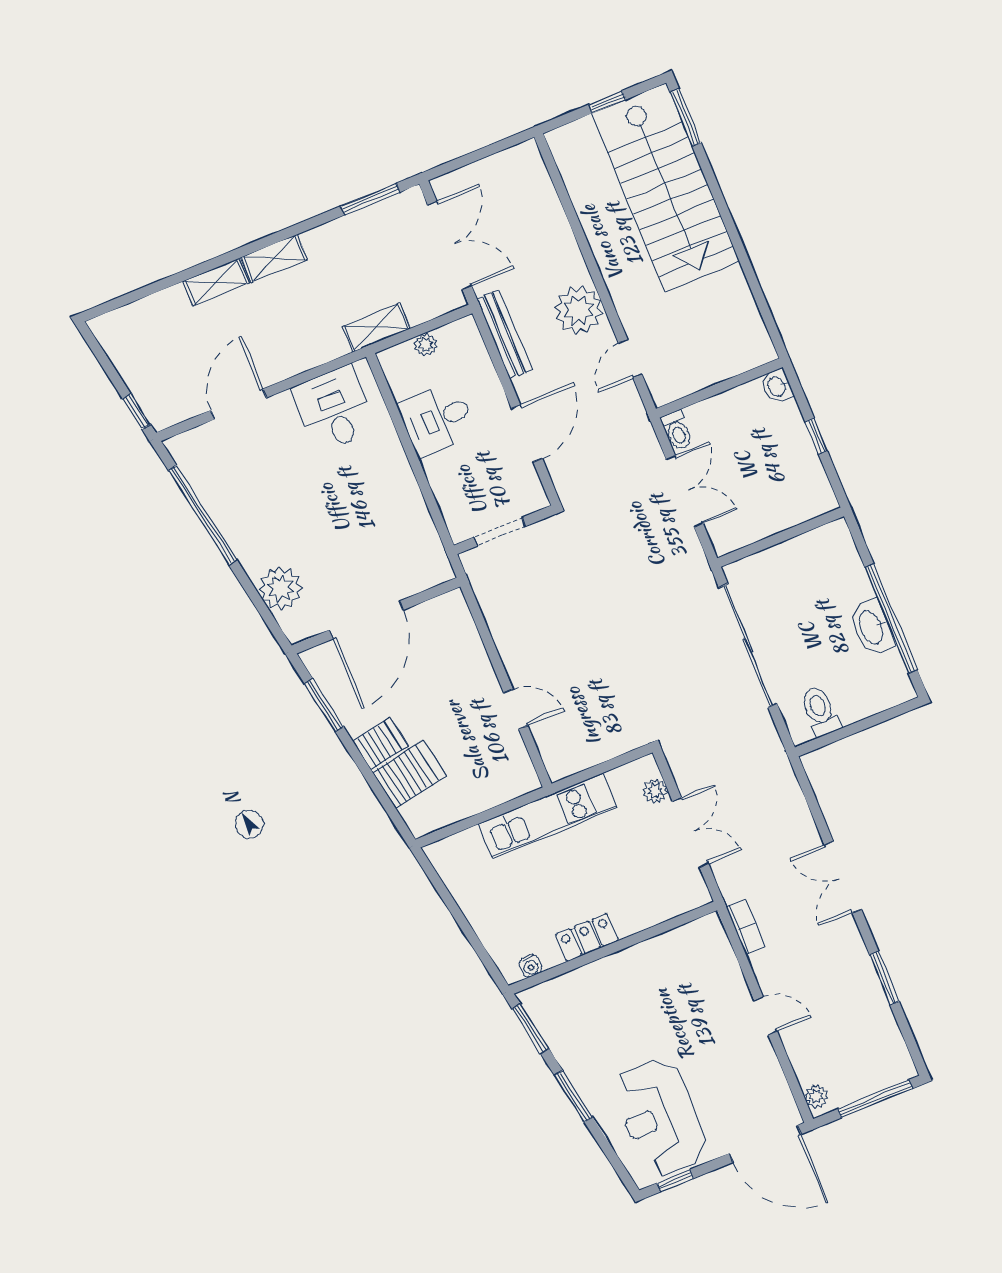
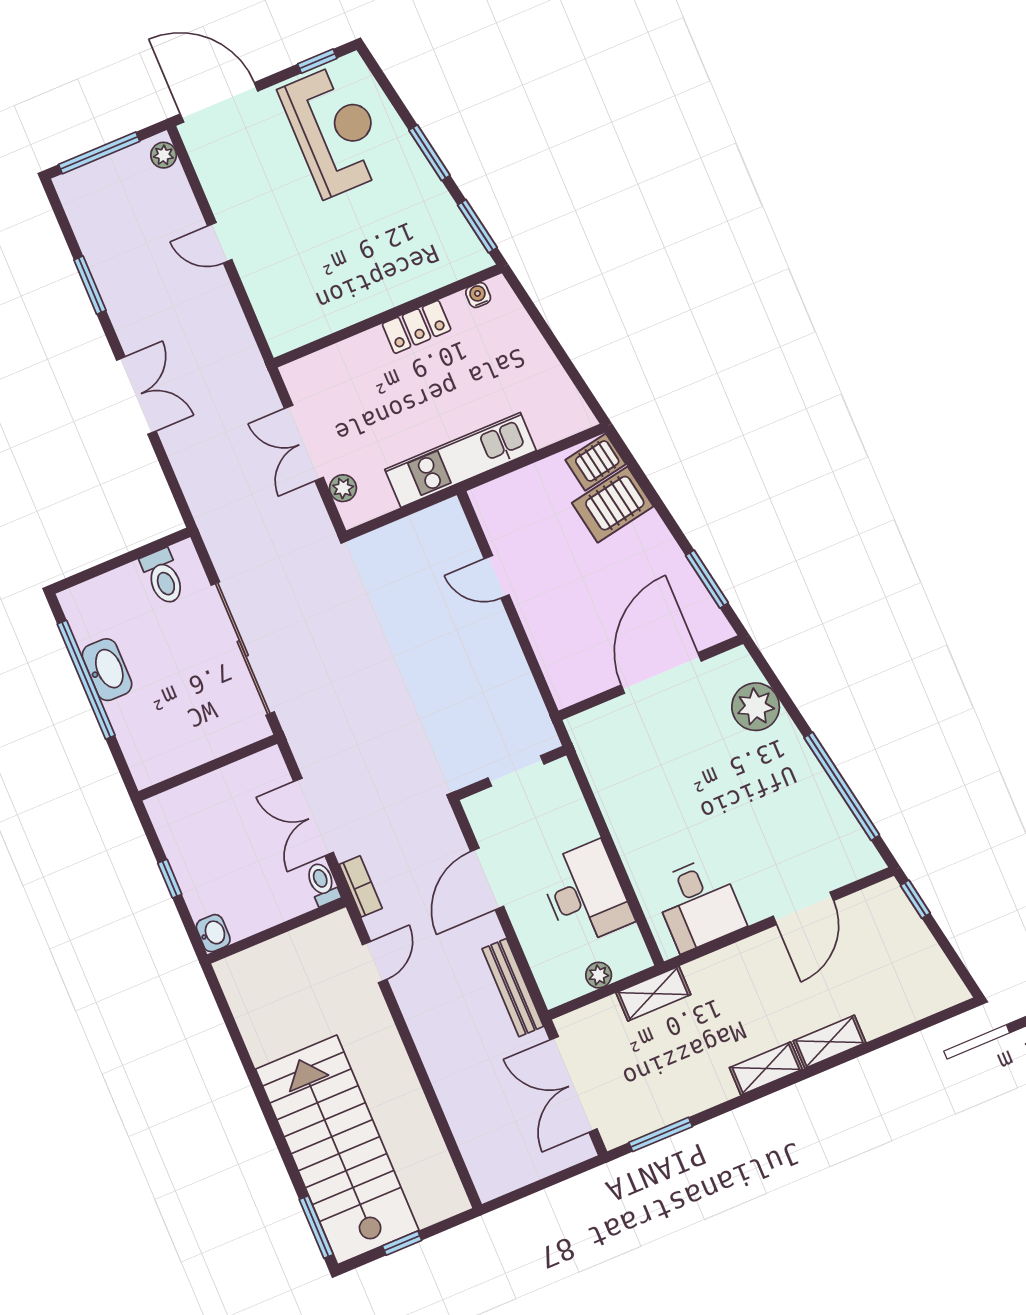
plant: (579, 310) -> (431, 1015), removed
desk: (437, 419) -> (586, 893), width x1.37
server rack: (380, 744) -> (596, 462), moved
bookcase: (745, 927) -> (361, 886), moved, turned 180

